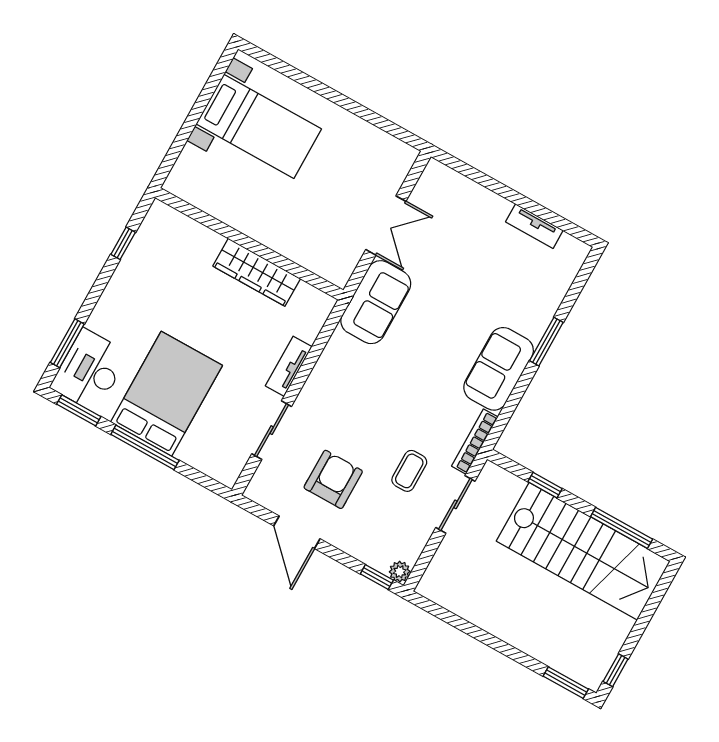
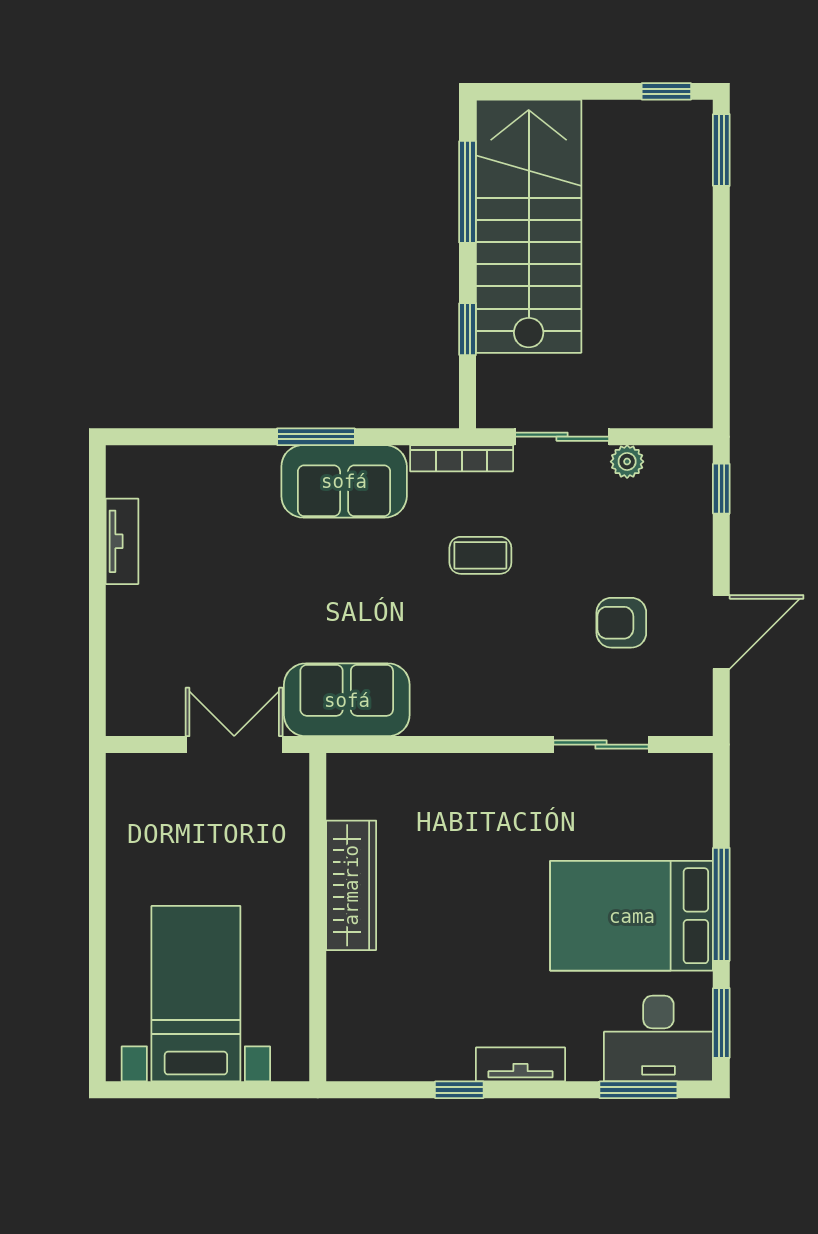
wall: (249, 244) -> (318, 917), moved
wardrobe: (257, 272) -> (351, 885), moved
window: (546, 342) -> (316, 437), moved
tv unit: (289, 366) -> (520, 1064), moved, turned 180
coffee table: (409, 471) -> (480, 555), moved
armchair: (333, 479) -> (621, 623), width x0.72, depth x0.72
plant: (400, 572) -> (627, 462), moved

